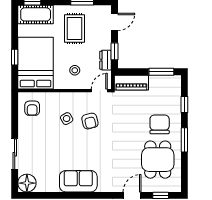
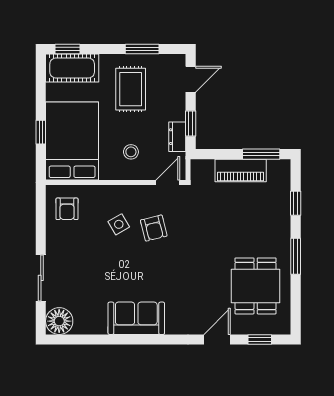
piano: (131, 83) -> (241, 170), moved
chair: (160, 124) -> (258, 233), removed

